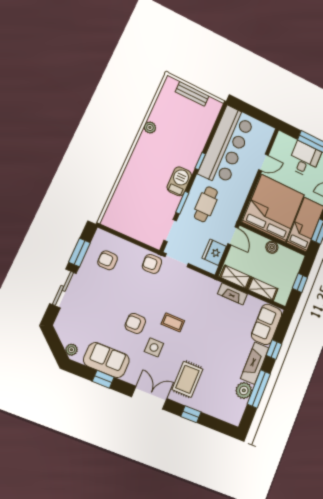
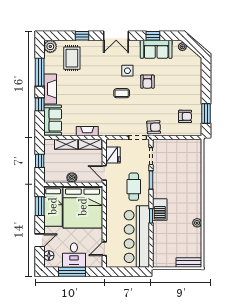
bench: (192, 94) -> (189, 263), moved
door: (263, 163) -> (104, 249), moved
barbecue: (179, 181) -> (160, 210), moved
sliding door: (63, 288) -> (206, 85), removed
armchair: (135, 323) -> (147, 82), turned 90
rug: (187, 379) -> (72, 58), moved
plant: (244, 390) -> (50, 46), moved

